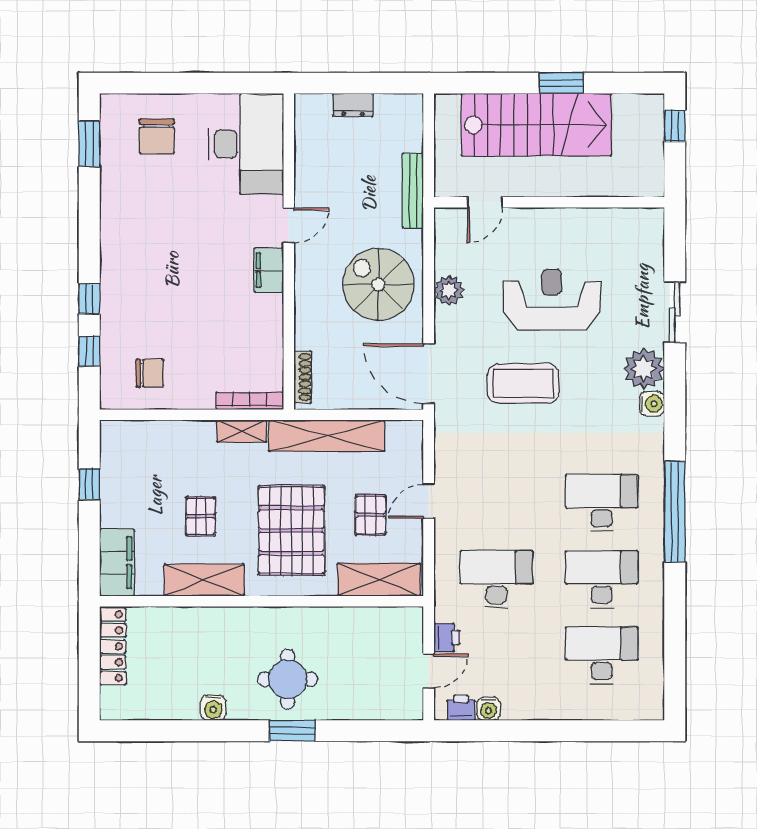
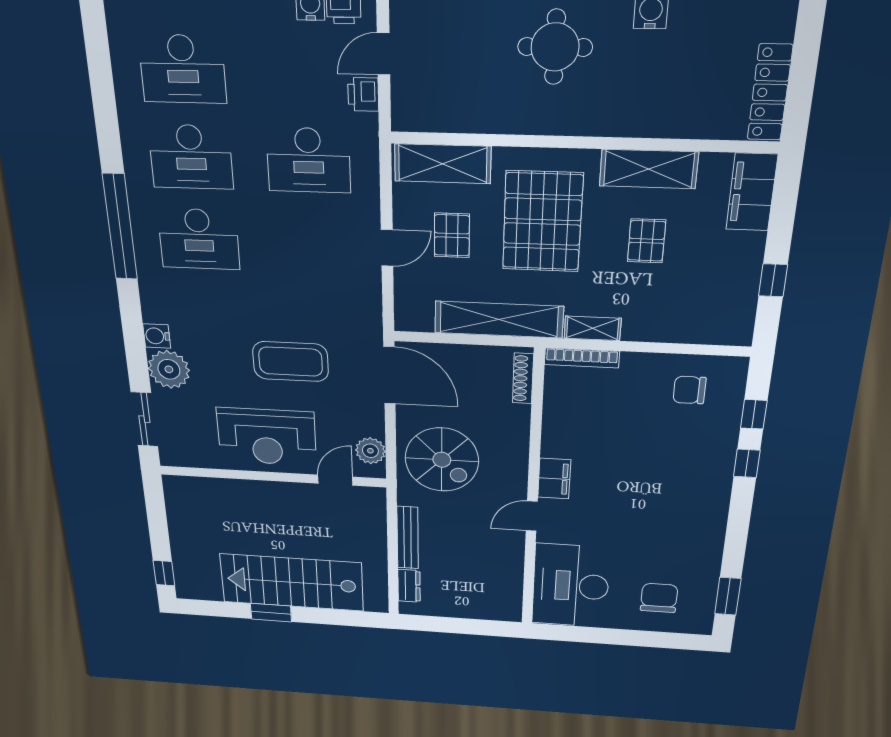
dresser: (353, 105) -> (409, 586), moved, turned 90
door: (485, 202) -> (335, 480), moved
wall: (549, 202) -> (272, 476), moved

